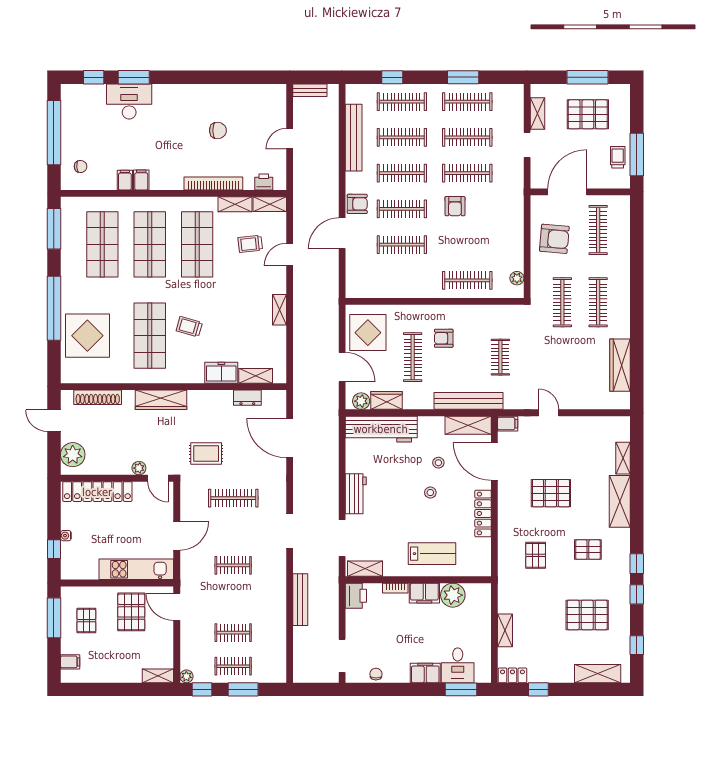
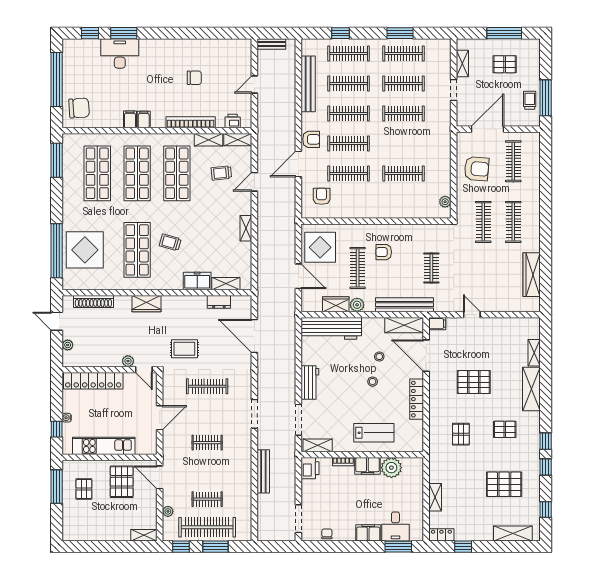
pallet: (588, 114) -> (505, 64), width x0.67, depth x0.71
chair: (81, 167) -> (79, 108), width x1.87, depth x1.87
filing cabinet: (125, 180) -> (144, 119), moved
armchair: (455, 206) -> (322, 196), moved, turned 180
clothes rail: (467, 280) -> (403, 174), moved
window: (54, 308) -> (57, 251), moved
wardrobe: (161, 400) -> (147, 304), width x0.67
plant: (361, 401) -> (357, 305), moved
plant: (73, 455) -> (68, 345), width x0.53, depth x0.53
kitchen unit: (136, 569) -> (104, 446), moved
filing cabinet: (70, 662) -> (70, 524), removed
clothes rail: (233, 666) -> (207, 527), width x1.86, depth x1.31
plant: (186, 676) -> (168, 511), moved

